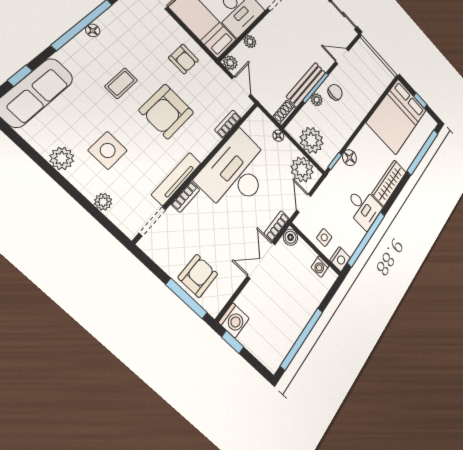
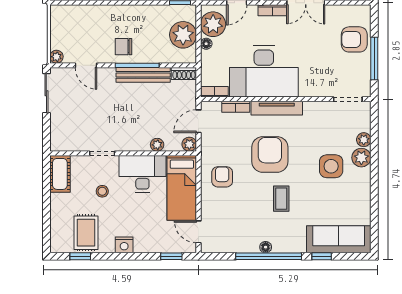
window: (20, 76) -> (322, 256), moved
coffee table: (121, 83) -> (281, 199), turned 90
plant: (317, 100) -> (56, 57), moved
armchair: (167, 111) -> (270, 154), turned -90
floor lamp: (278, 136) -> (206, 44), moved
plant: (62, 158) -> (361, 158), moved
tv unit: (176, 179) -> (277, 108), moved
bookcase: (186, 197) -> (215, 92), moved
window: (186, 299) -> (374, 59), moved

